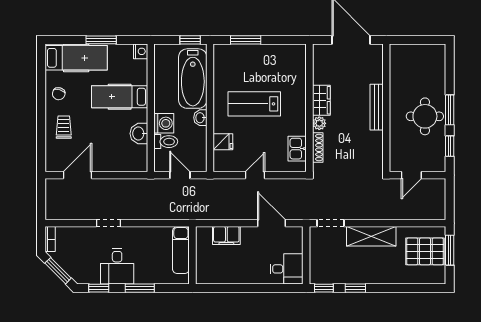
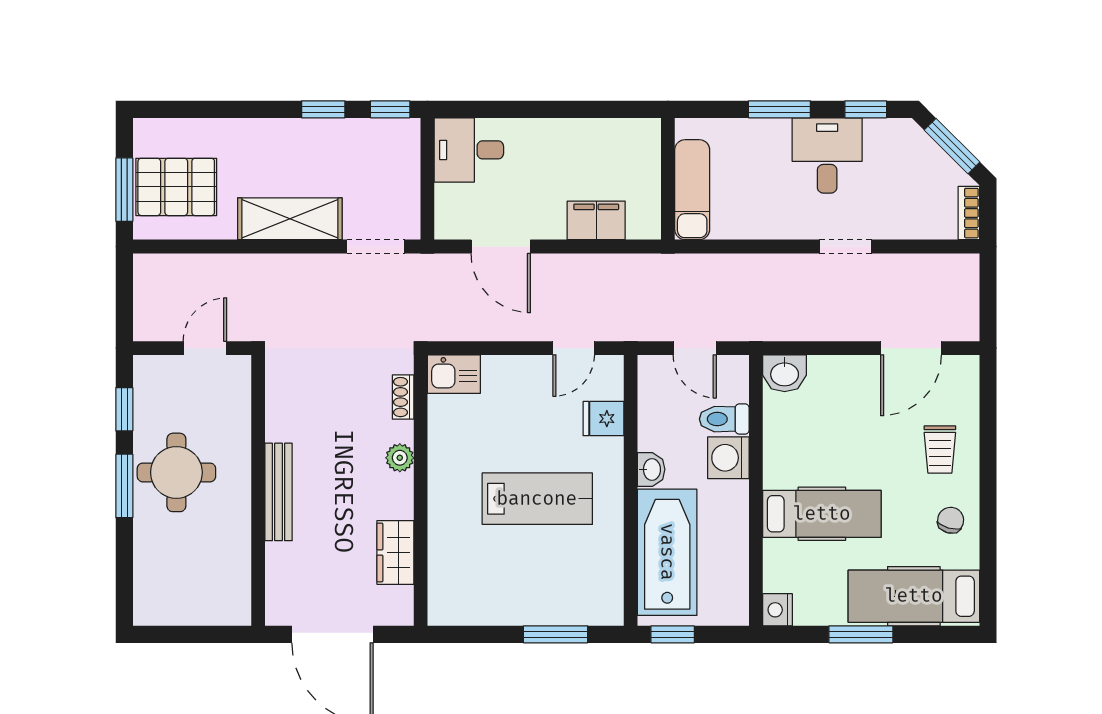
wardrobe: (321, 100) -> (395, 552), moved
washbasin: (139, 134) -> (785, 373), moved, turned 90
shoe rack: (318, 147) -> (403, 397), width x0.70
kitchen sink: (297, 149) -> (454, 374), moved, turned 90
door: (255, 175) -> (574, 348), moved

